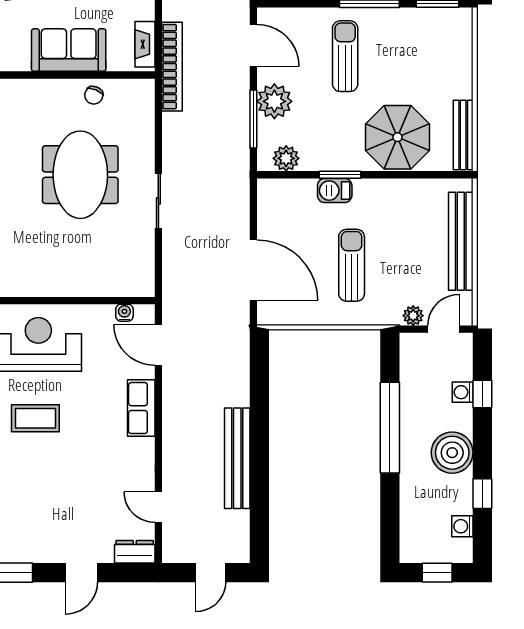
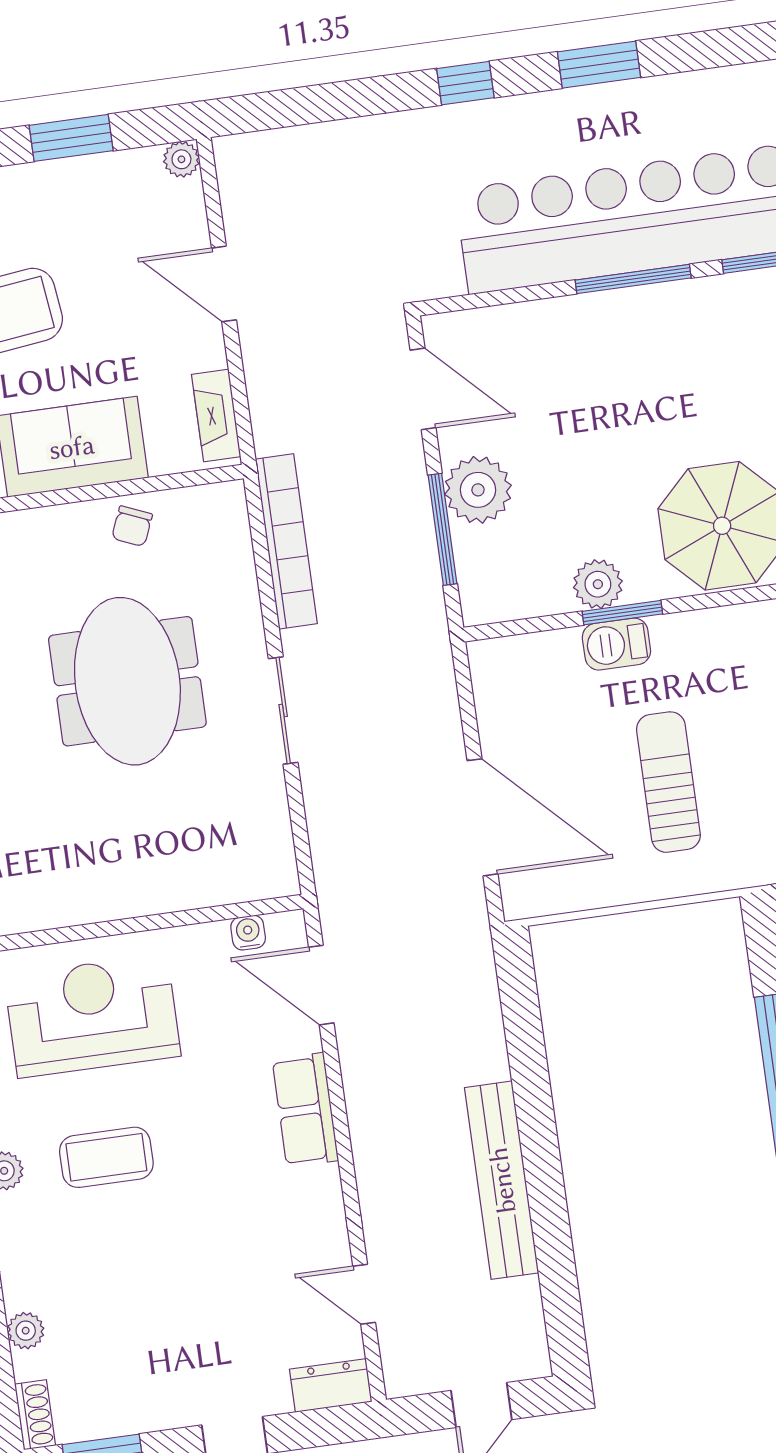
sun lounger: (345, 56) -> (601, 385), removed
bookcase: (172, 67) -> (286, 541), moved
plant: (286, 158) -> (598, 584), moved

